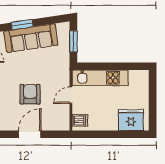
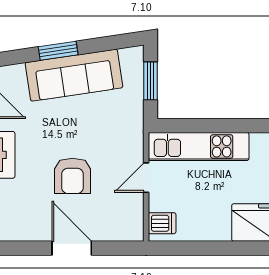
armchair: (30, 94) -> (72, 176), turned 180
door: (30, 134) -> (72, 248), hinge flipped

